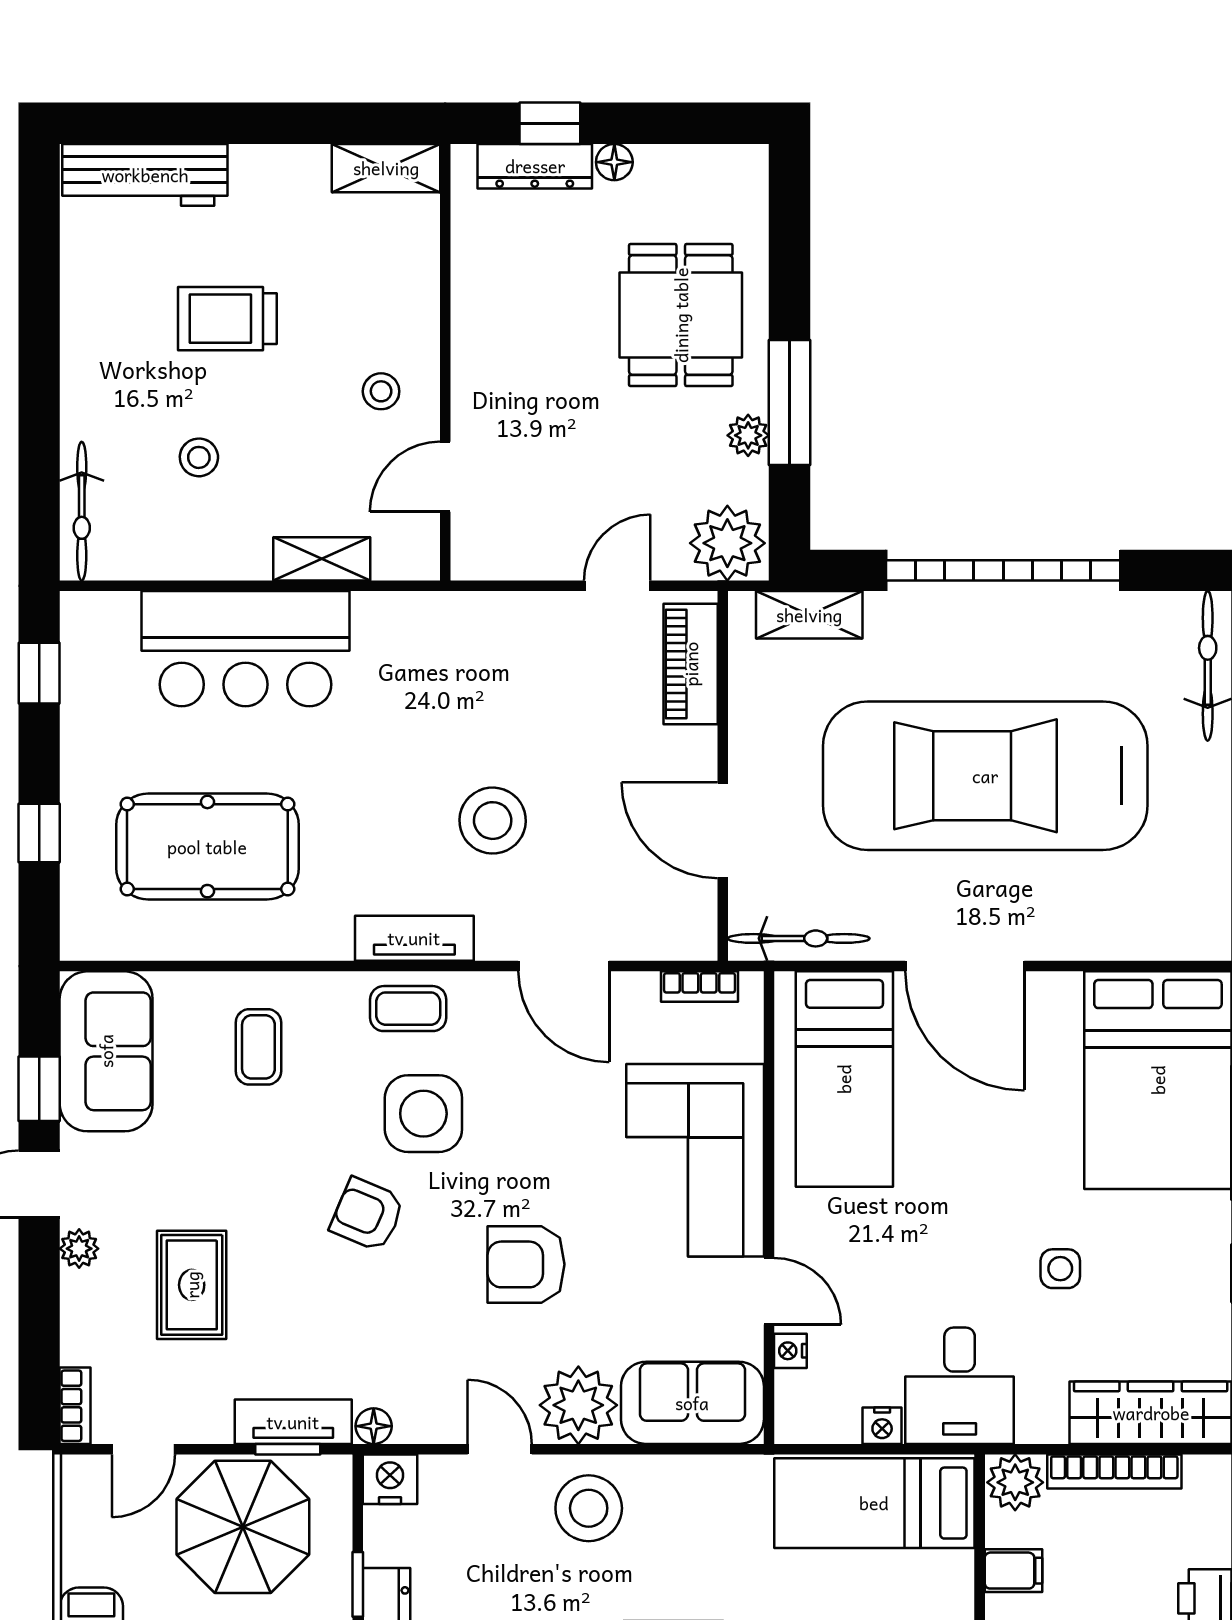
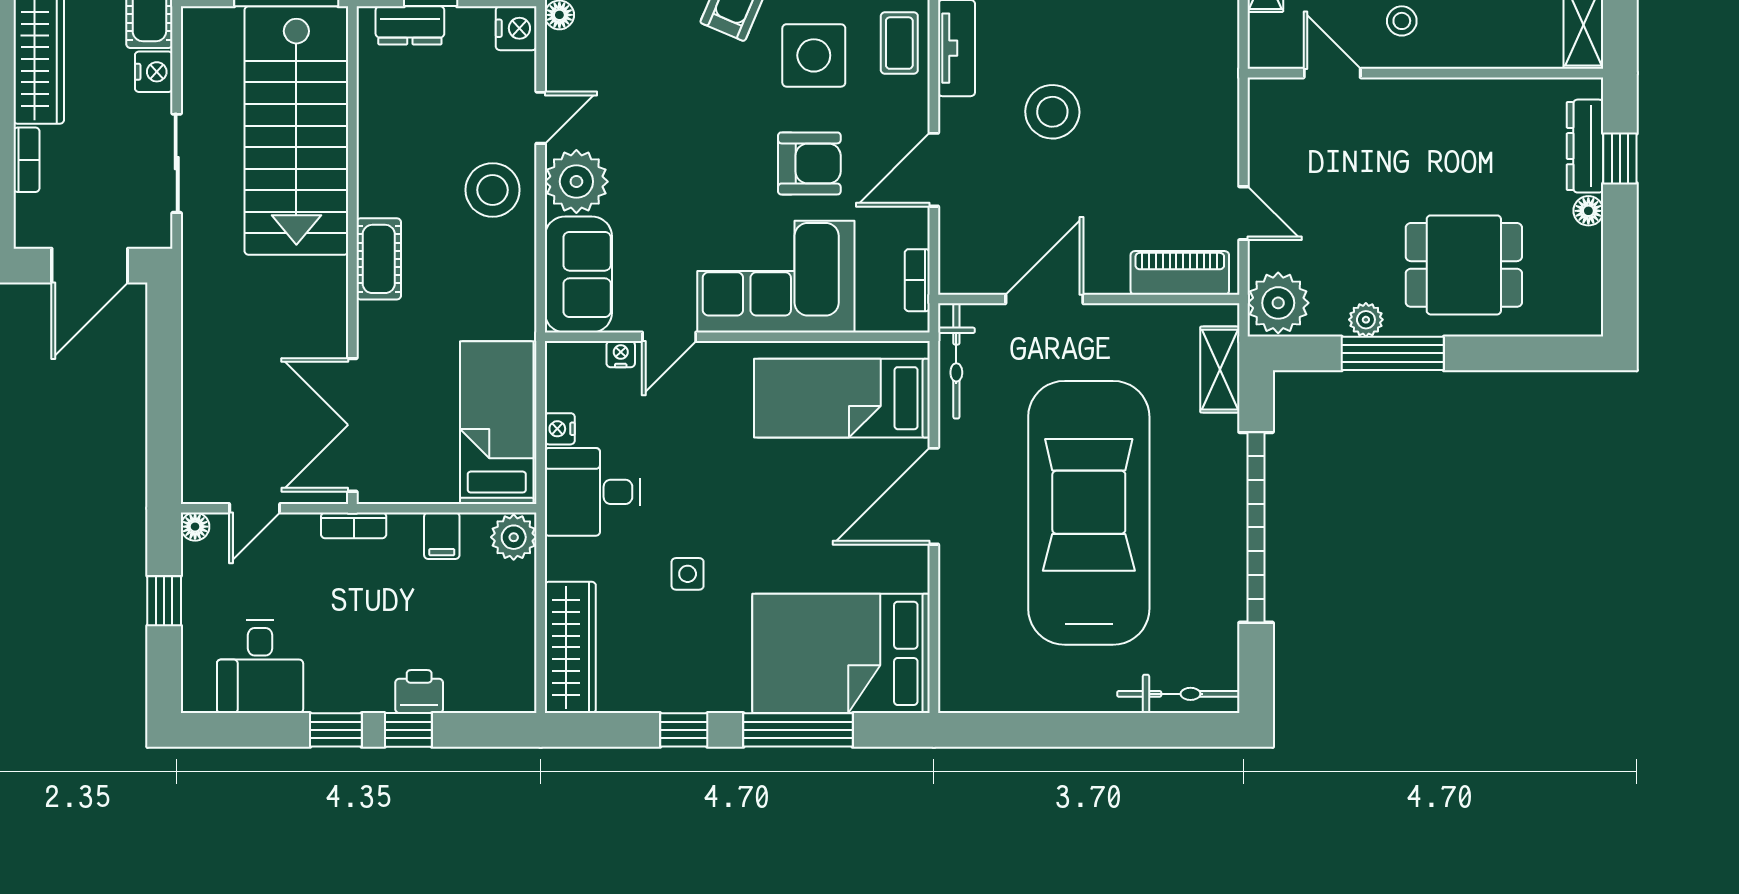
armchair: (526, 1264) -> (809, 163), moved, turned 90
bookcase: (1114, 1471) -> (523, 618), removed

